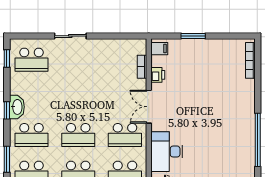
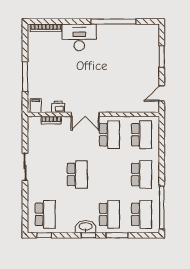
sliding door: (70, 36) -> (25, 167), moved
window: (193, 36) -> (25, 77), width x1.44
school desk: (78, 135) -> (77, 175), moved
desk: (167, 152) -> (79, 37), moved, turned 180
window: (7, 159) -> (117, 235), moved

